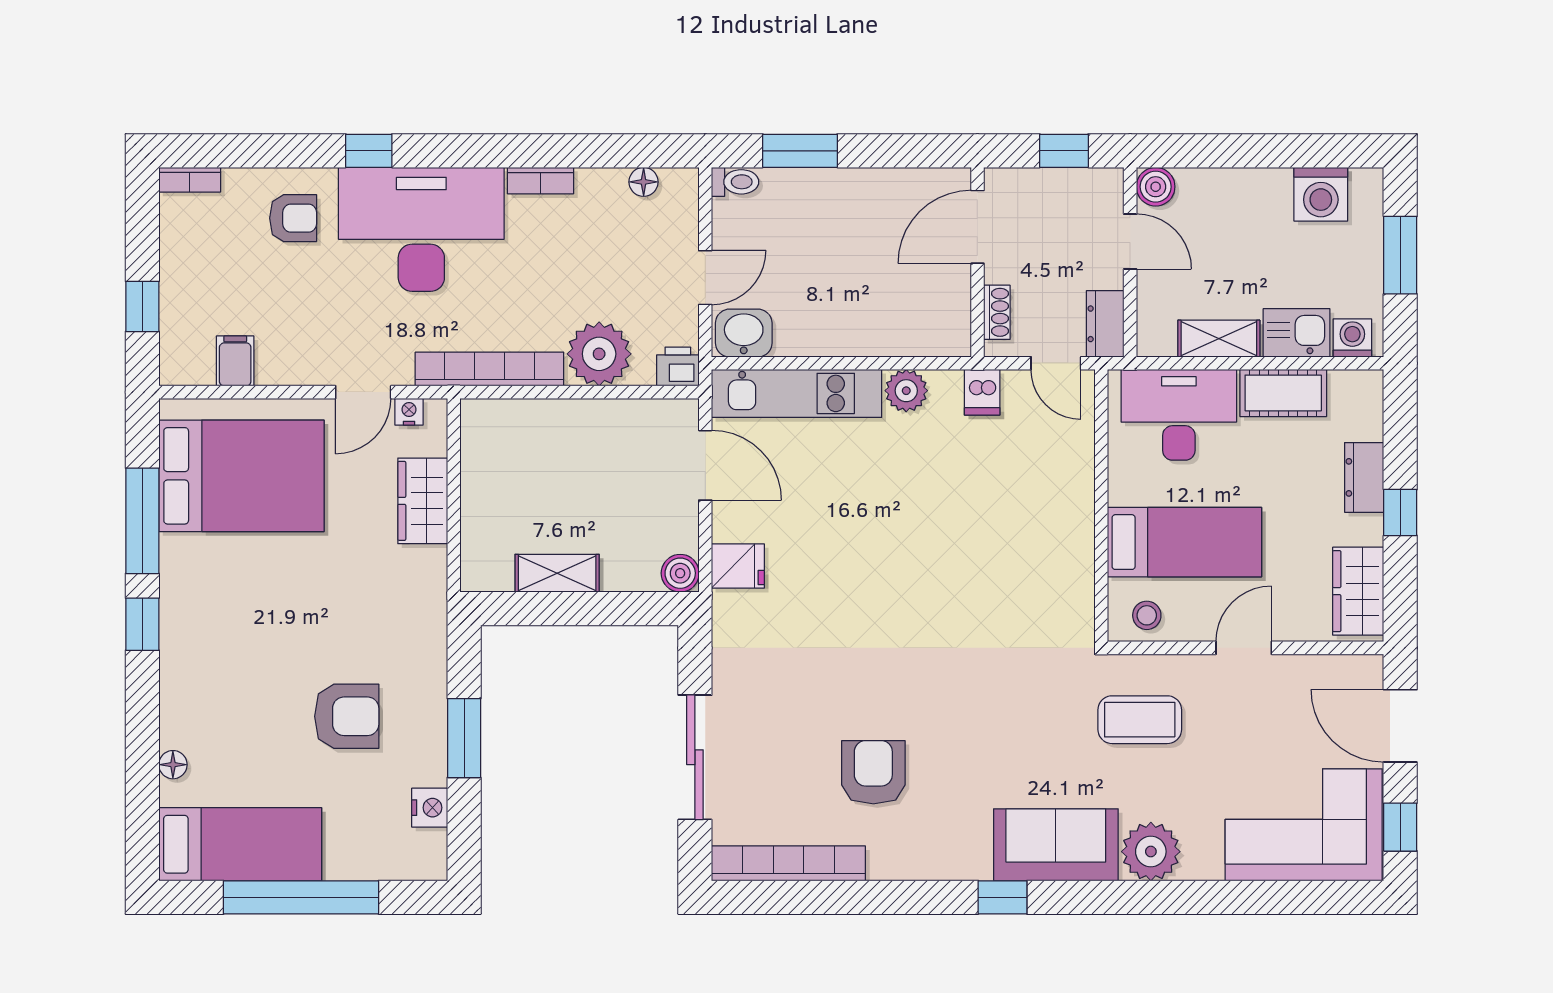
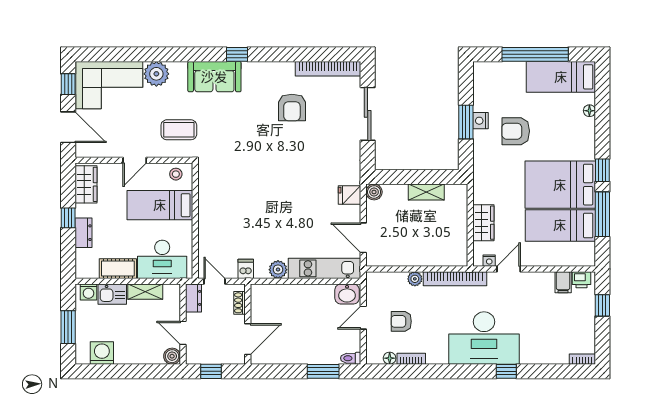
bookcase: (541, 181) -> (411, 359), moved
armchair: (293, 218) -> (401, 321), moved
plant: (599, 354) -> (415, 279), width x0.53, depth x0.53
printer: (678, 367) -> (581, 280), moved
bed: (241, 476) -> (560, 225), width x0.67
bed: (242, 591) -> (560, 185), added
nightstand: (430, 808) -> (480, 121), moved
plant: (1151, 852) -> (156, 74), moved

